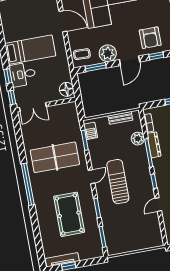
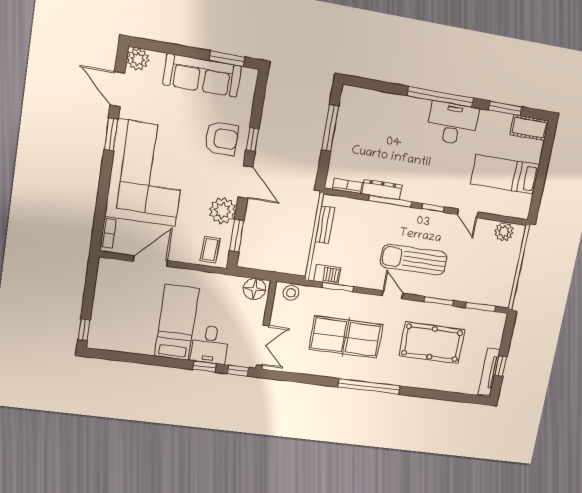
stool: (72, 113) -> (291, 293), added
plant: (138, 139) -> (504, 232), moved
table tennis table: (55, 157) -> (346, 337), turned 90

